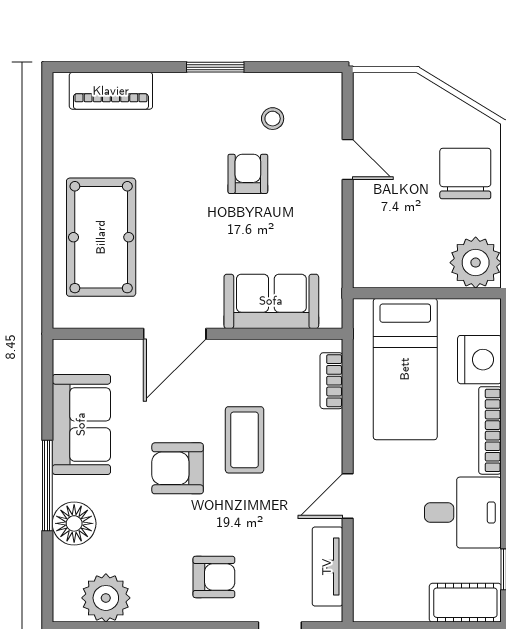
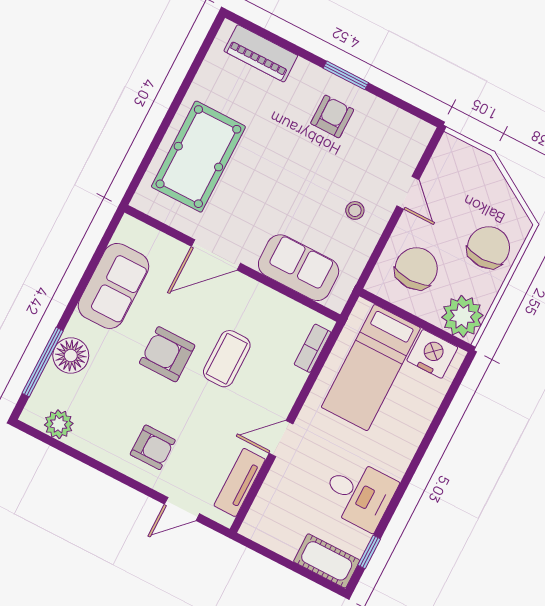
stool: (273, 119) -> (355, 210), moved
armchair: (248, 174) -> (332, 116), moved
chair: (399, 237) -> (416, 269), added
nightstand: (479, 360) -> (432, 354), moved, turned -90
bookcase: (490, 430) -> (410, 444), removed
window: (47, 485) -> (43, 362), moved
plant: (106, 598) -> (59, 424), width x0.73, depth x0.73

